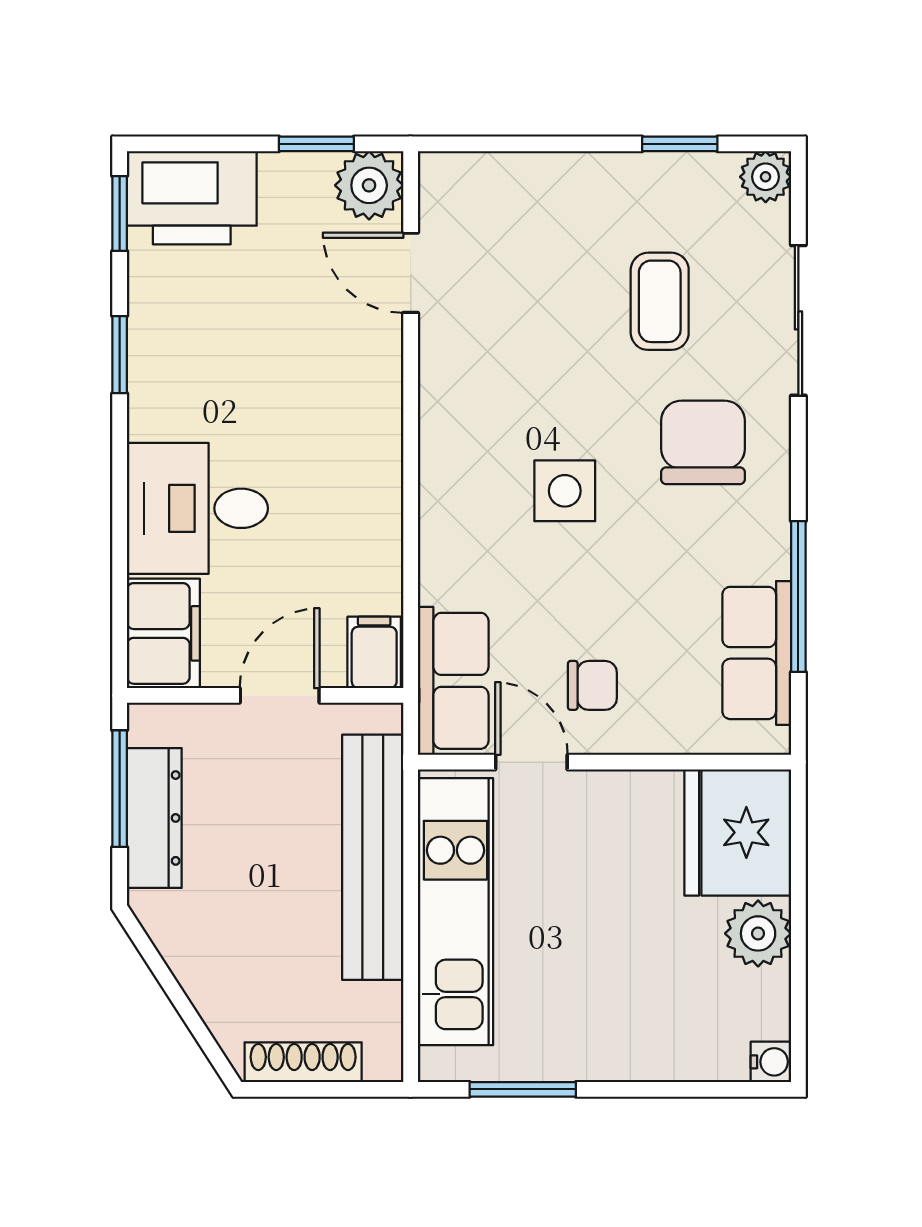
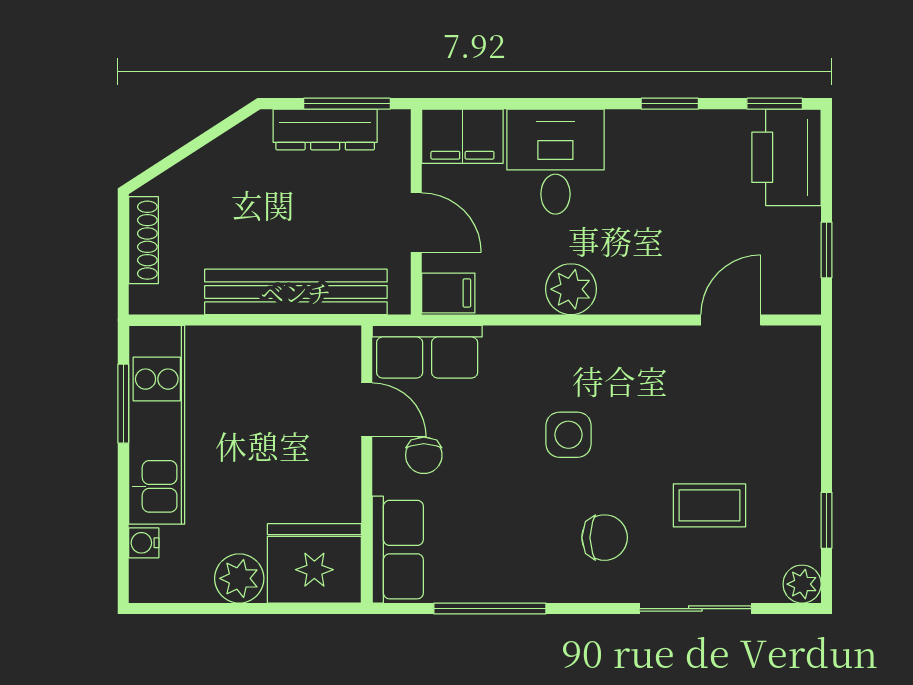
plant: (369, 185) -> (571, 289), moved
chair: (703, 442) -> (605, 538), width x0.73, depth x0.73
row of seats: (757, 653) -> (398, 550), moved, turned 90
door: (531, 762) -> (367, 410), hinge flipped
kitchen unit: (455, 912) -> (157, 425), moved, turned -90
water cooler: (771, 1062) -> (144, 543), moved, turned 90

